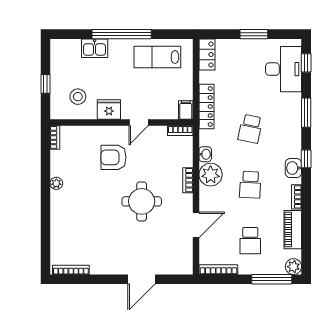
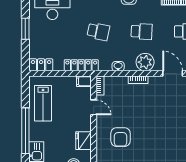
door: (139, 123) -> (94, 107), moved
plant: (211, 175) -> (145, 62), moved
round table: (142, 201) -> (155, 115), removed

